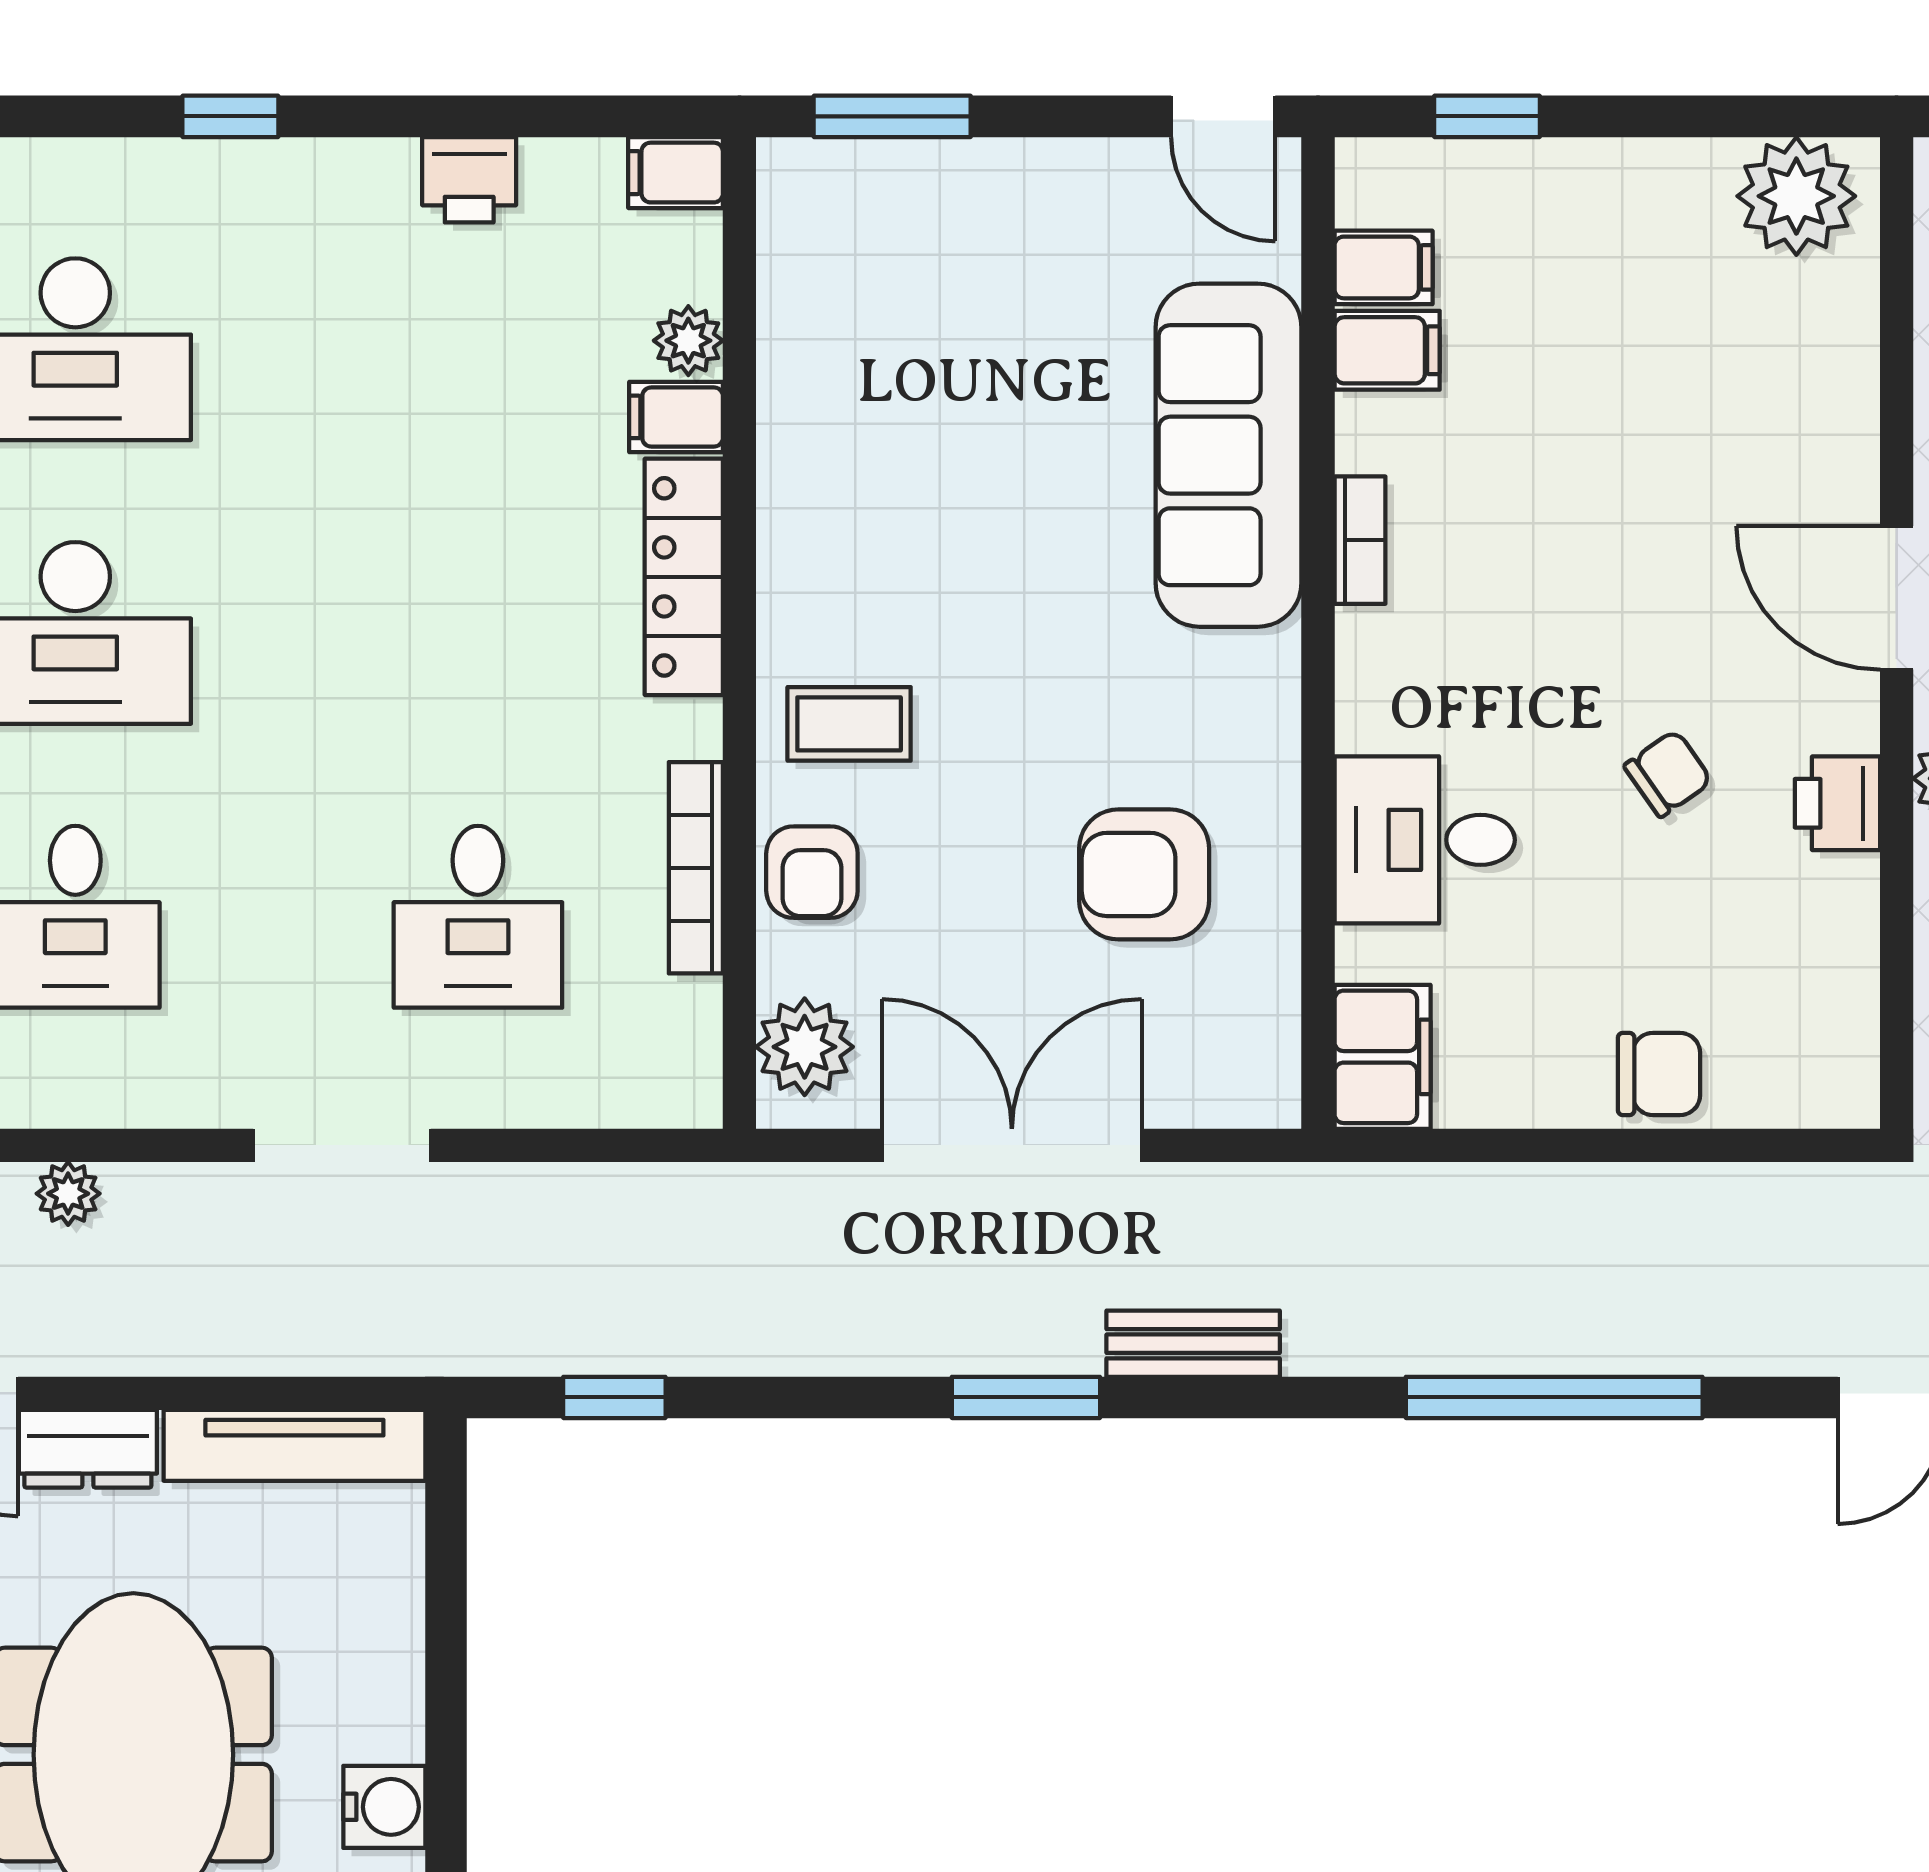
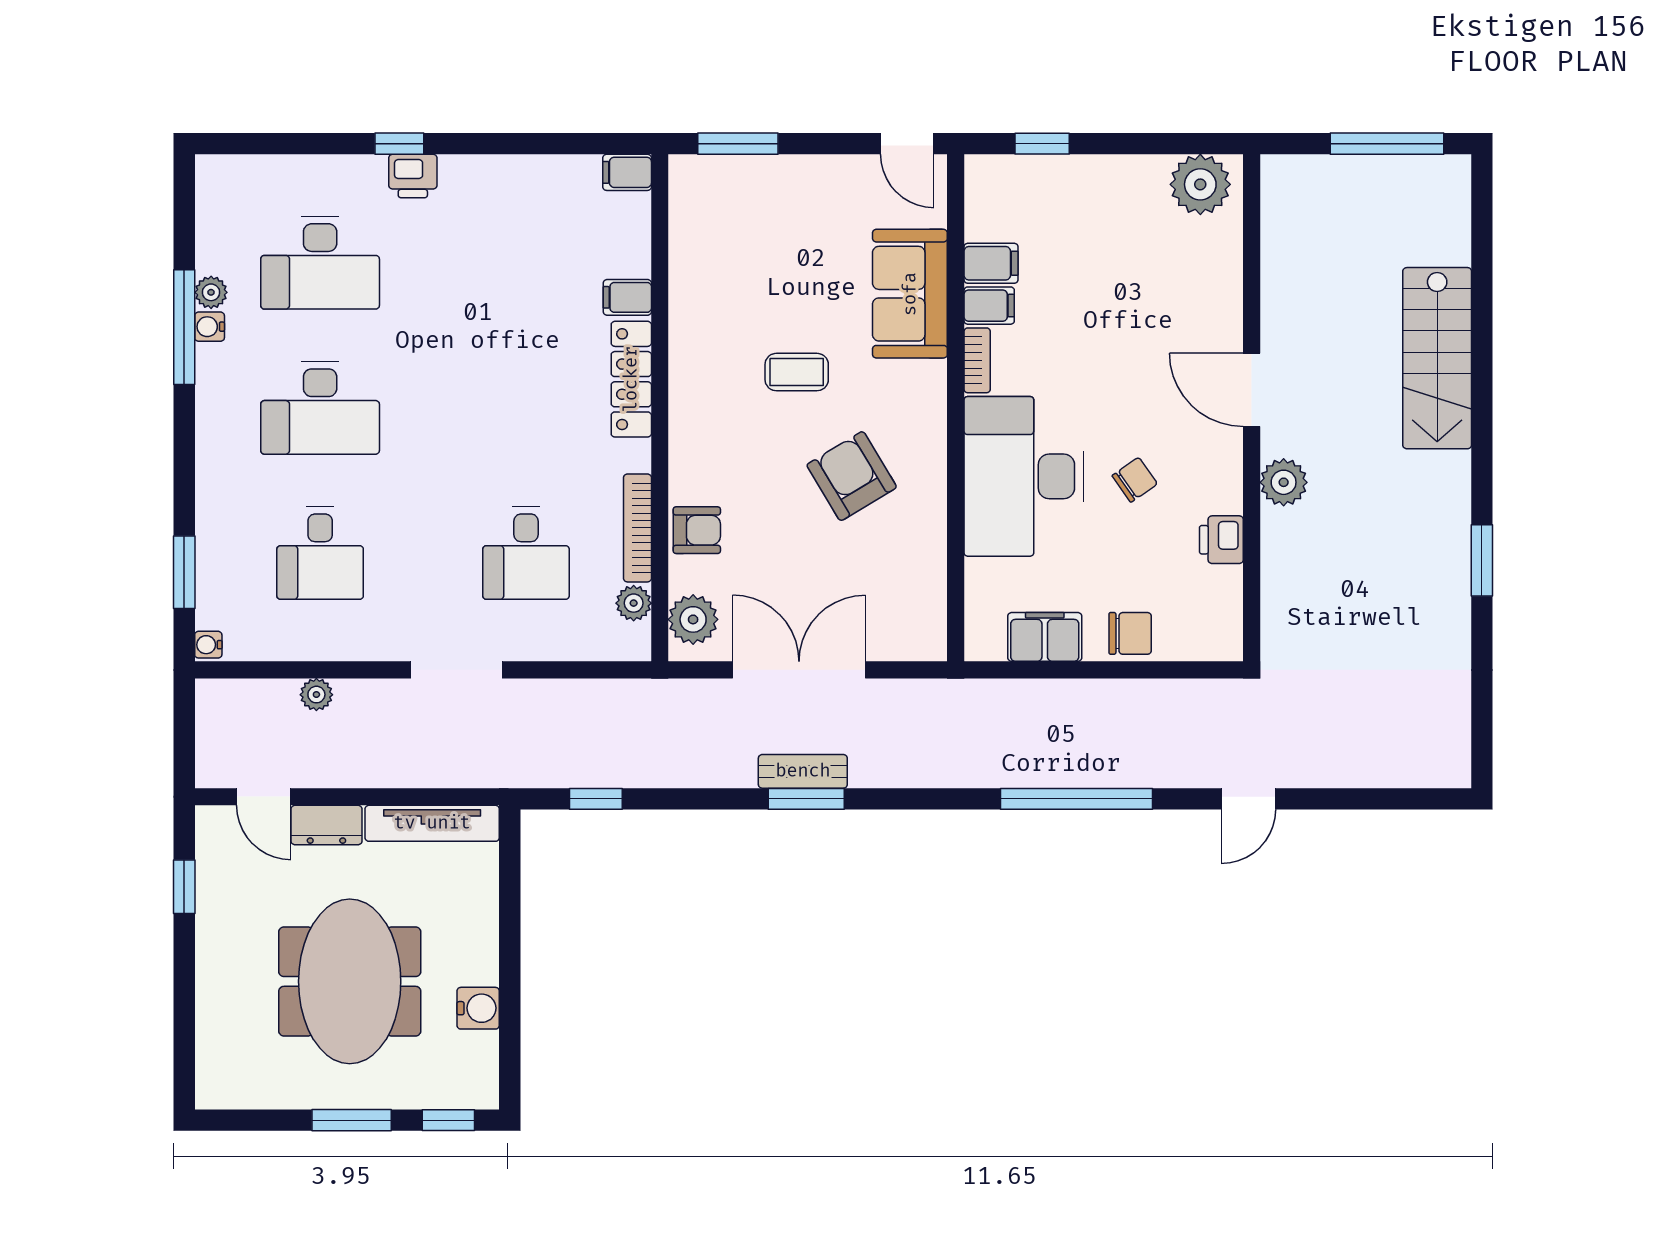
printer: (469, 180) -> (413, 176), moved
filing cabinet: (1384, 267) -> (989, 306), moved
plant: (688, 341) -> (634, 603), moved
sofa: (1229, 455) -> (910, 294), width x0.73
coffee table: (849, 724) -> (797, 372), moved
printer: (1837, 803) -> (1221, 540), moved
desk: (1425, 840) -> (1024, 476), width x1.87, depth x1.30
armchair: (812, 872) -> (697, 530), turned -90
armchair: (1144, 874) -> (852, 476), moved, turned 59
filing cabinet: (1383, 1057) -> (1045, 637), moved, turned -90
bench: (1193, 1344) -> (803, 771), moved

